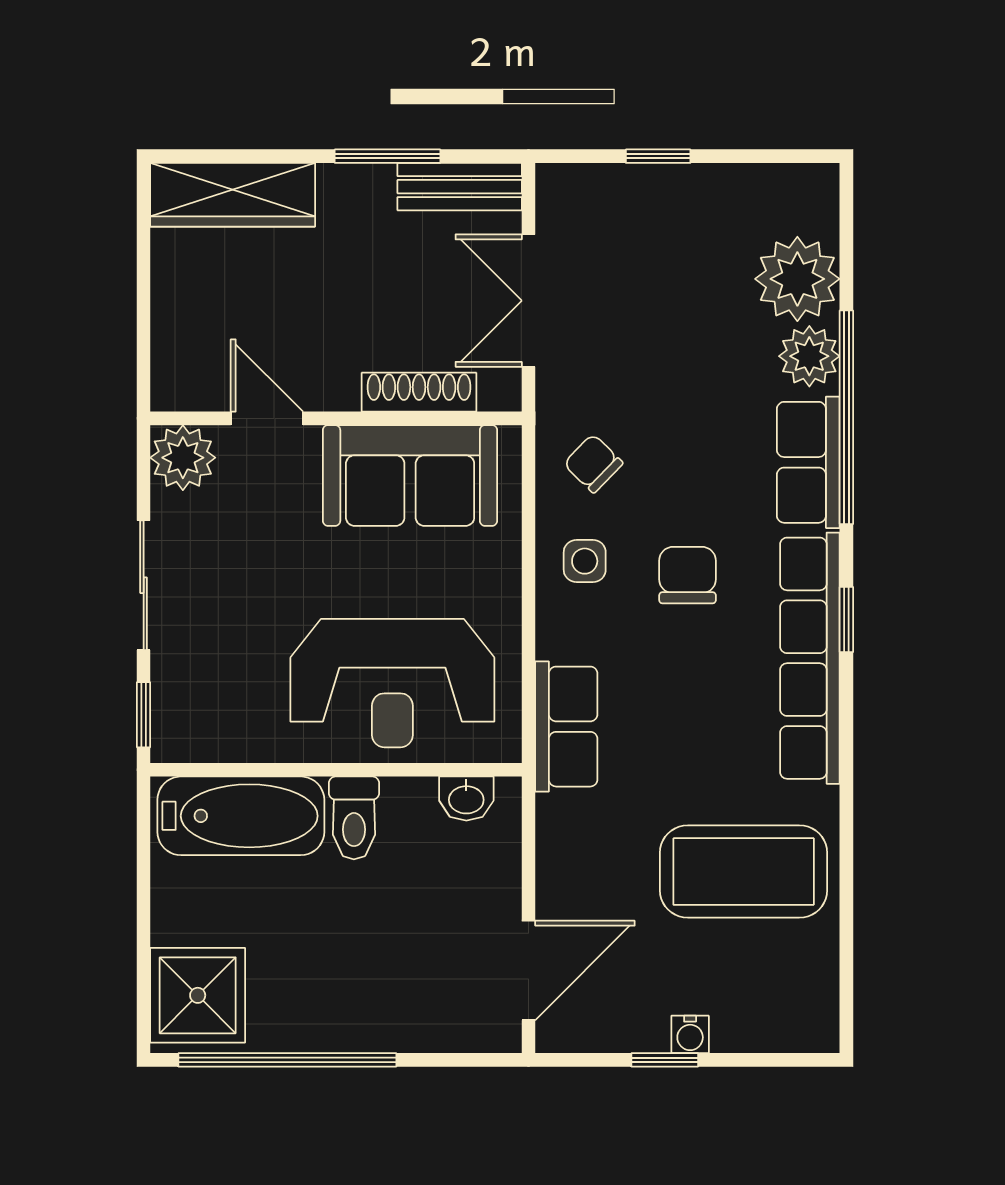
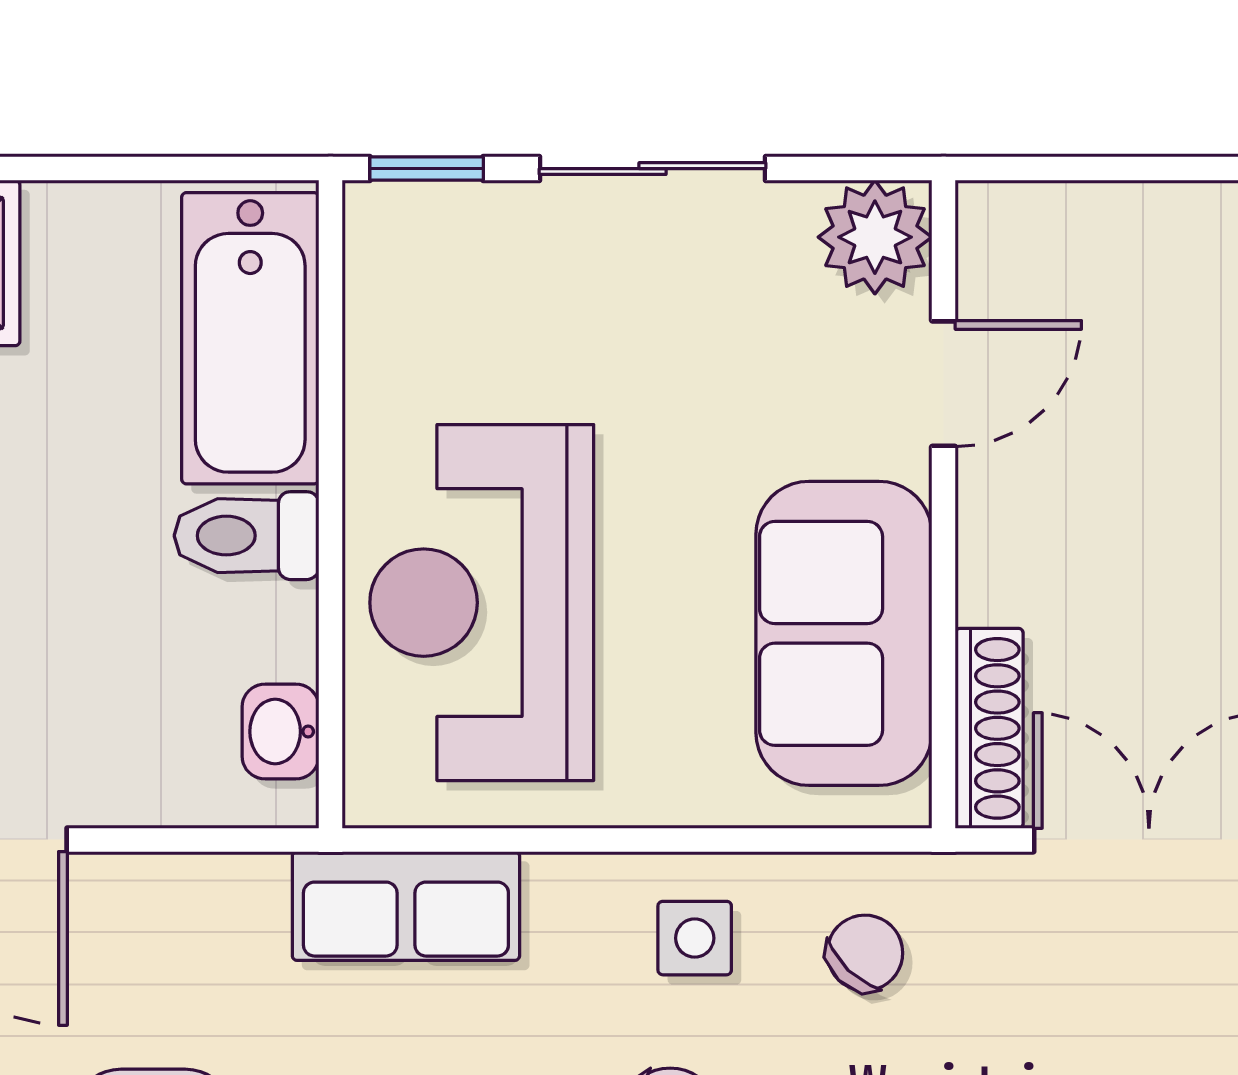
shoe rack: (419, 392) -> (989, 728), moved

